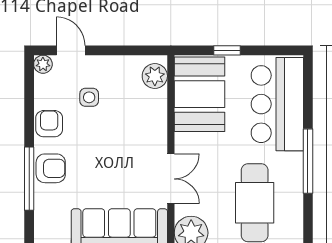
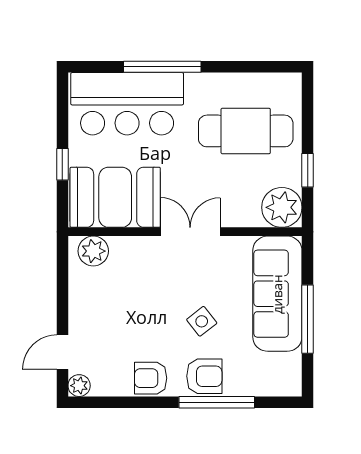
side table: (89, 97) -> (202, 321), moved, turned -38
window: (308, 161) -> (162, 67), moved
armchair: (51, 168) -> (204, 376), turned 90
double door: (171, 179) -> (190, 232), moved

